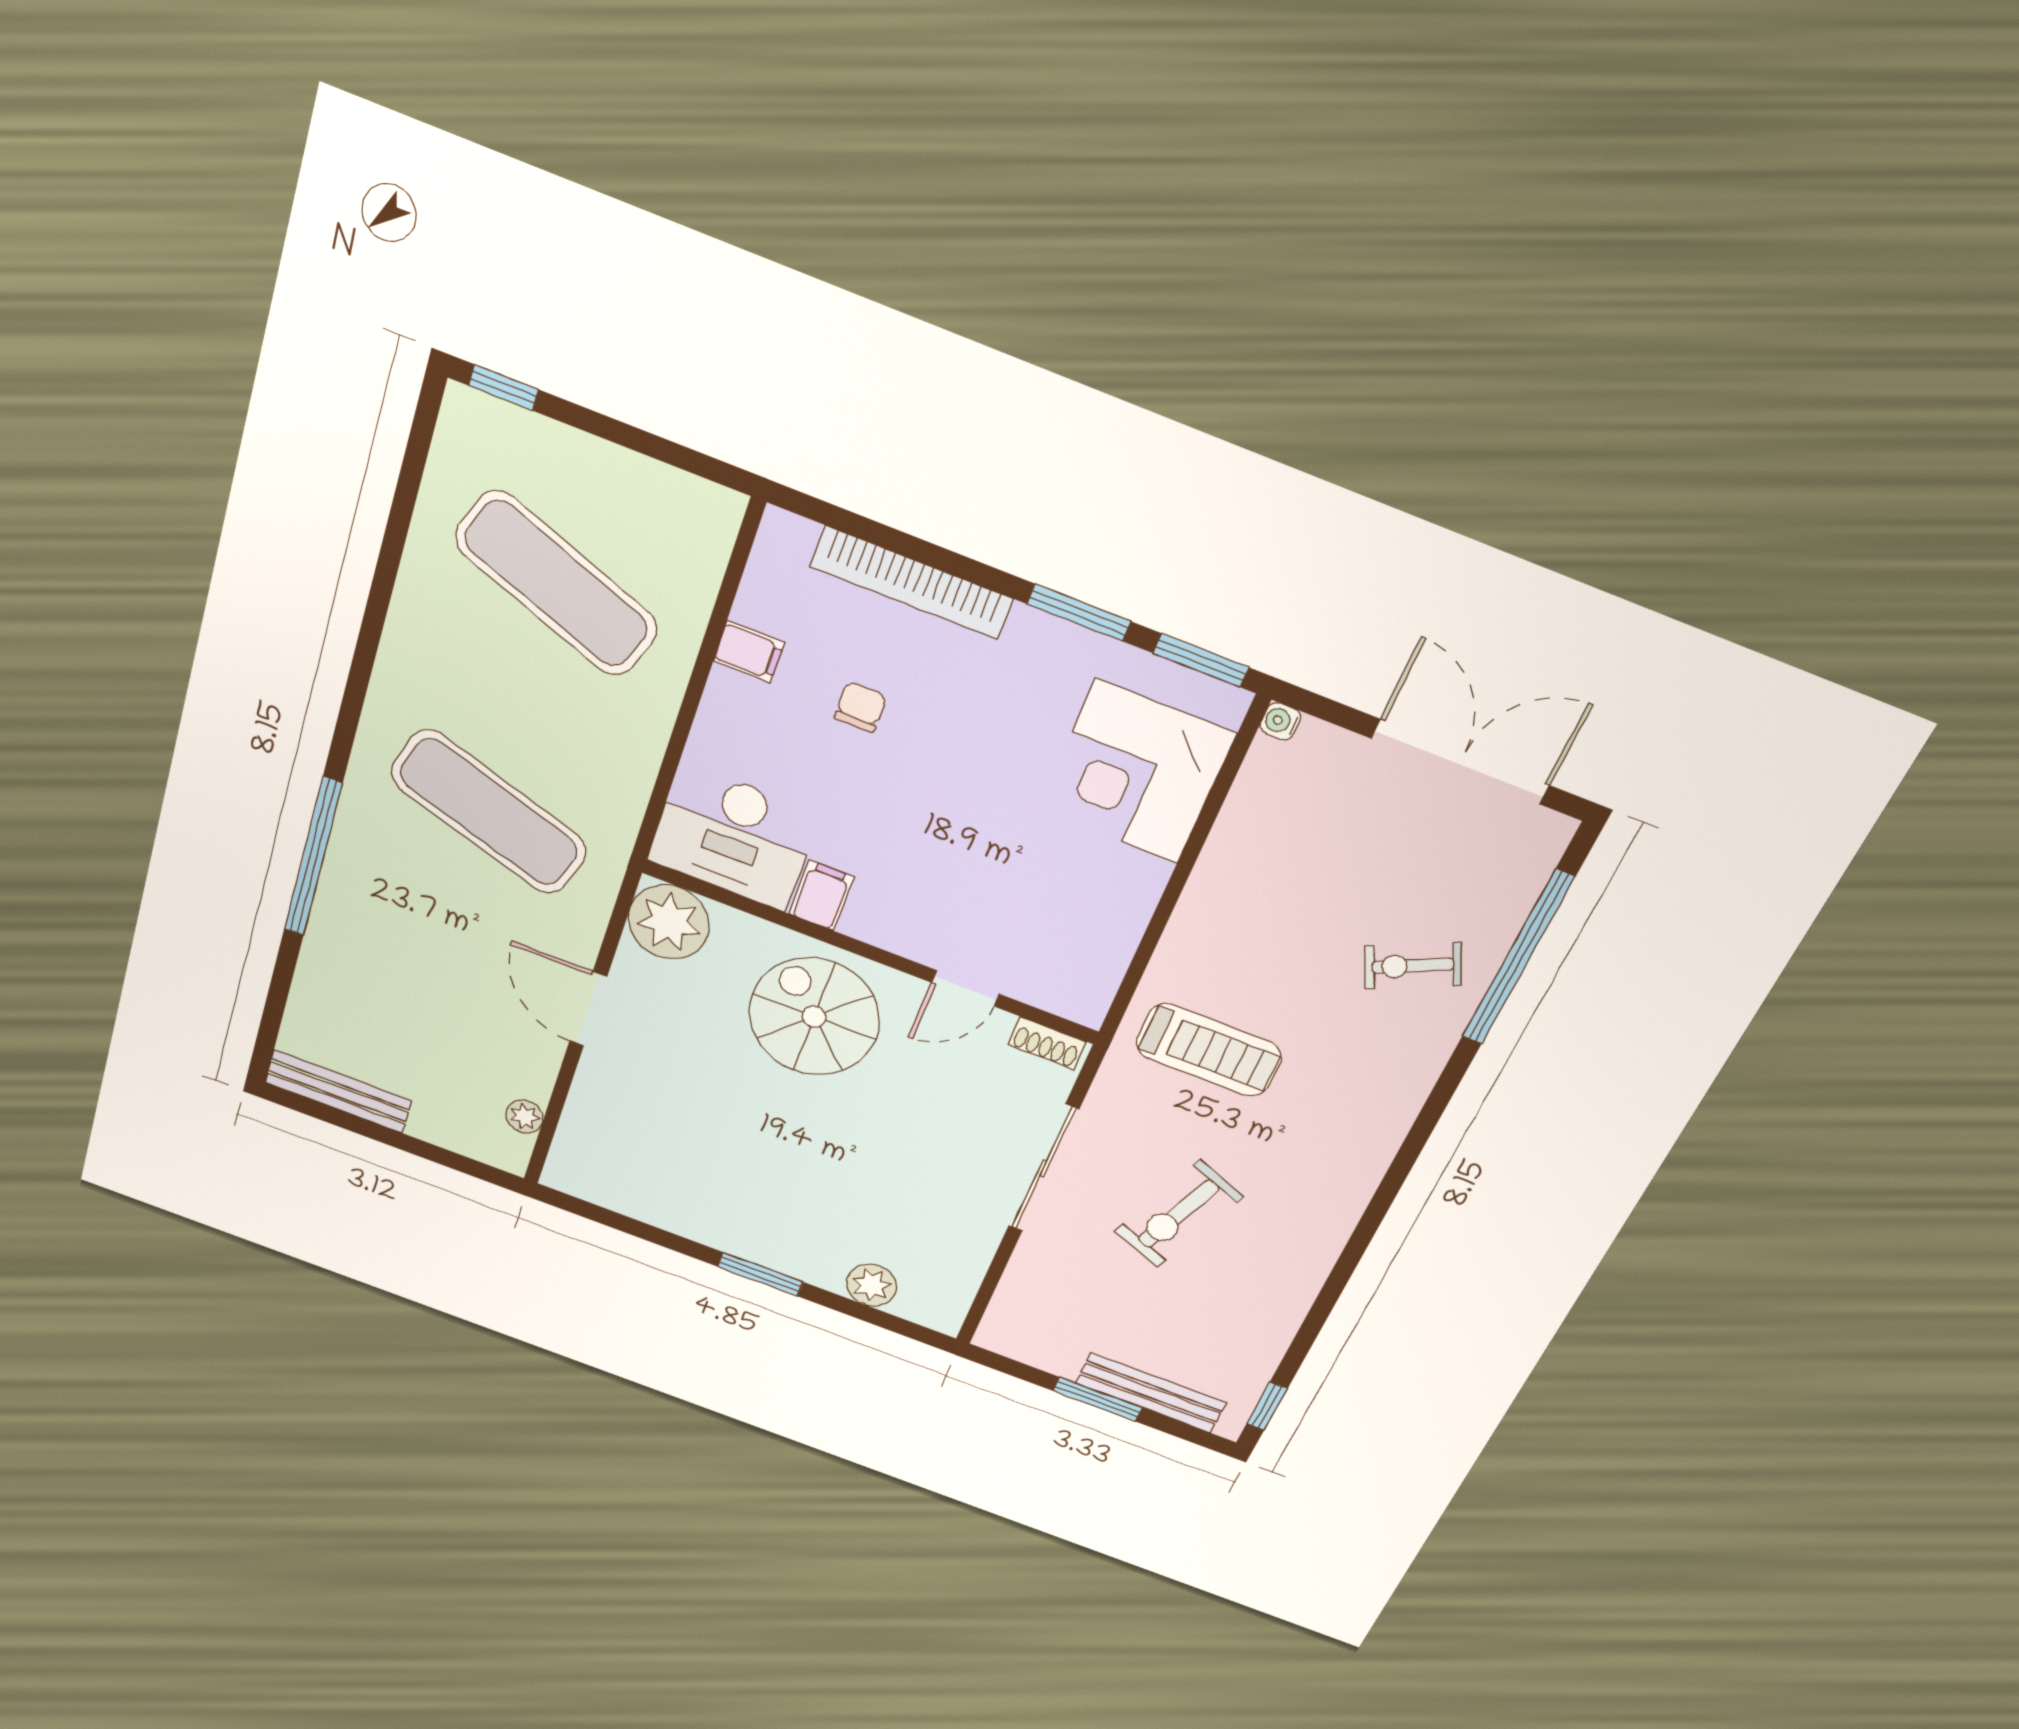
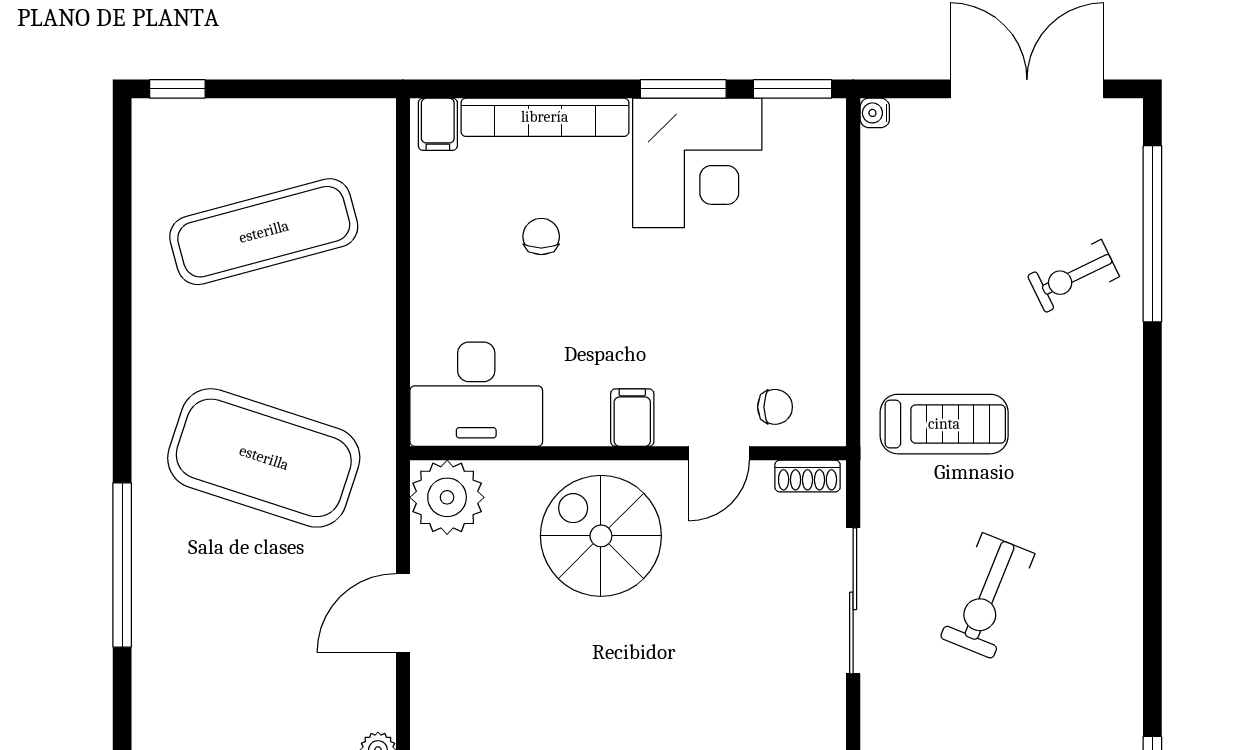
exercise mat: (557, 584) -> (264, 232), turned -36
filing cabinet: (749, 652) -> (438, 124), moved, turned 90
corner desk: (1137, 772) -> (697, 163), moved, turned -90
exercise mat: (489, 812) -> (264, 458), width x1.47
filing cabinet: (822, 896) -> (632, 418), moved
chair: (1042, 968) -> (775, 407), added
door: (588, 1009) -> (403, 613), hinge flipped

